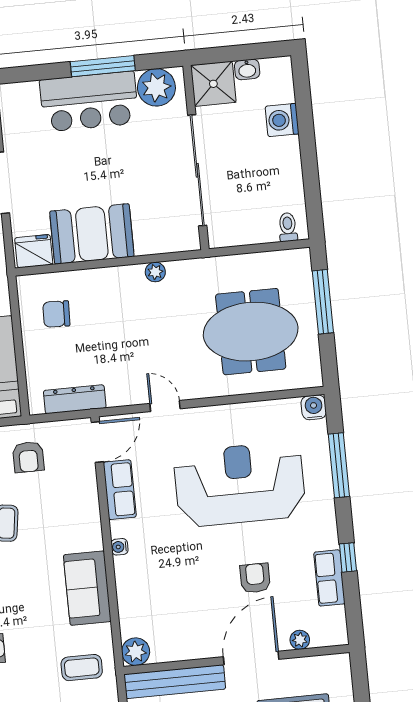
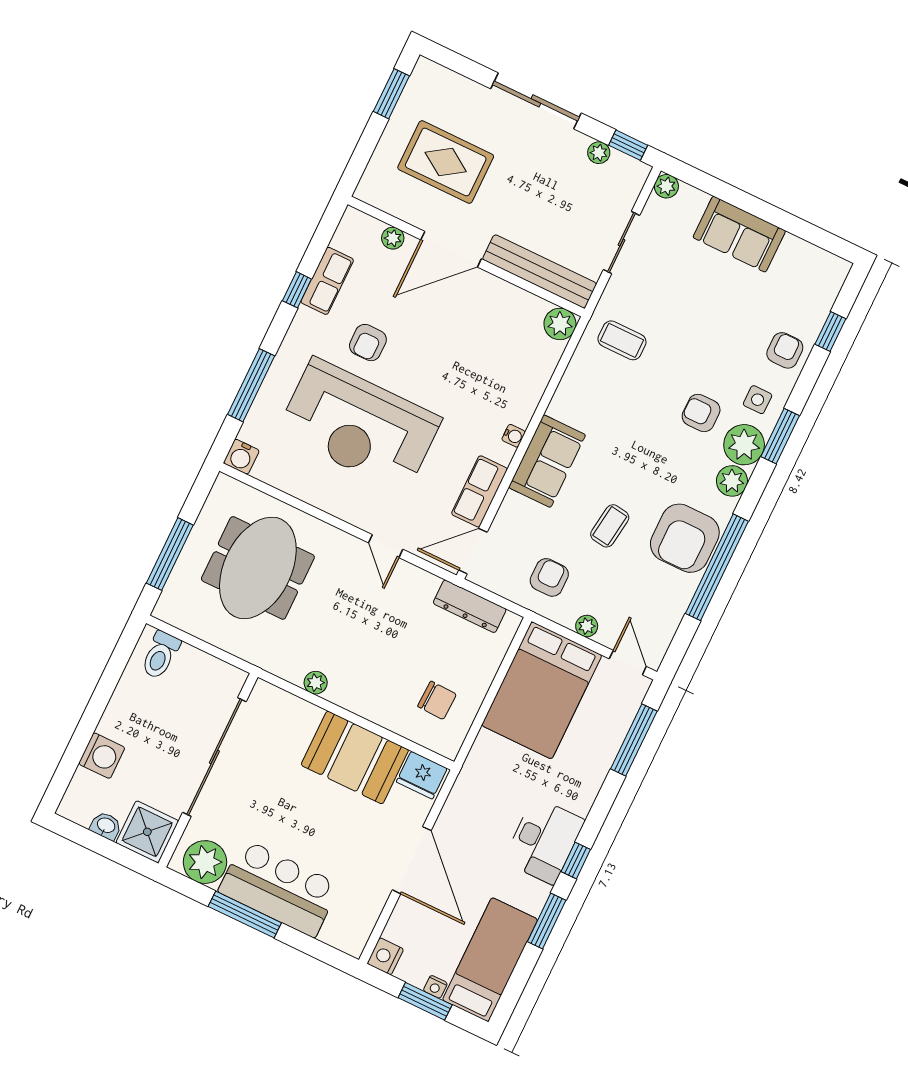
toilet: (288, 227) -> (160, 655), width x1.37, depth x1.39
meeting table: (251, 332) -> (258, 568), turned 90
armchair: (255, 578) -> (368, 343), moved
sofa: (87, 588) -> (547, 461), moved

